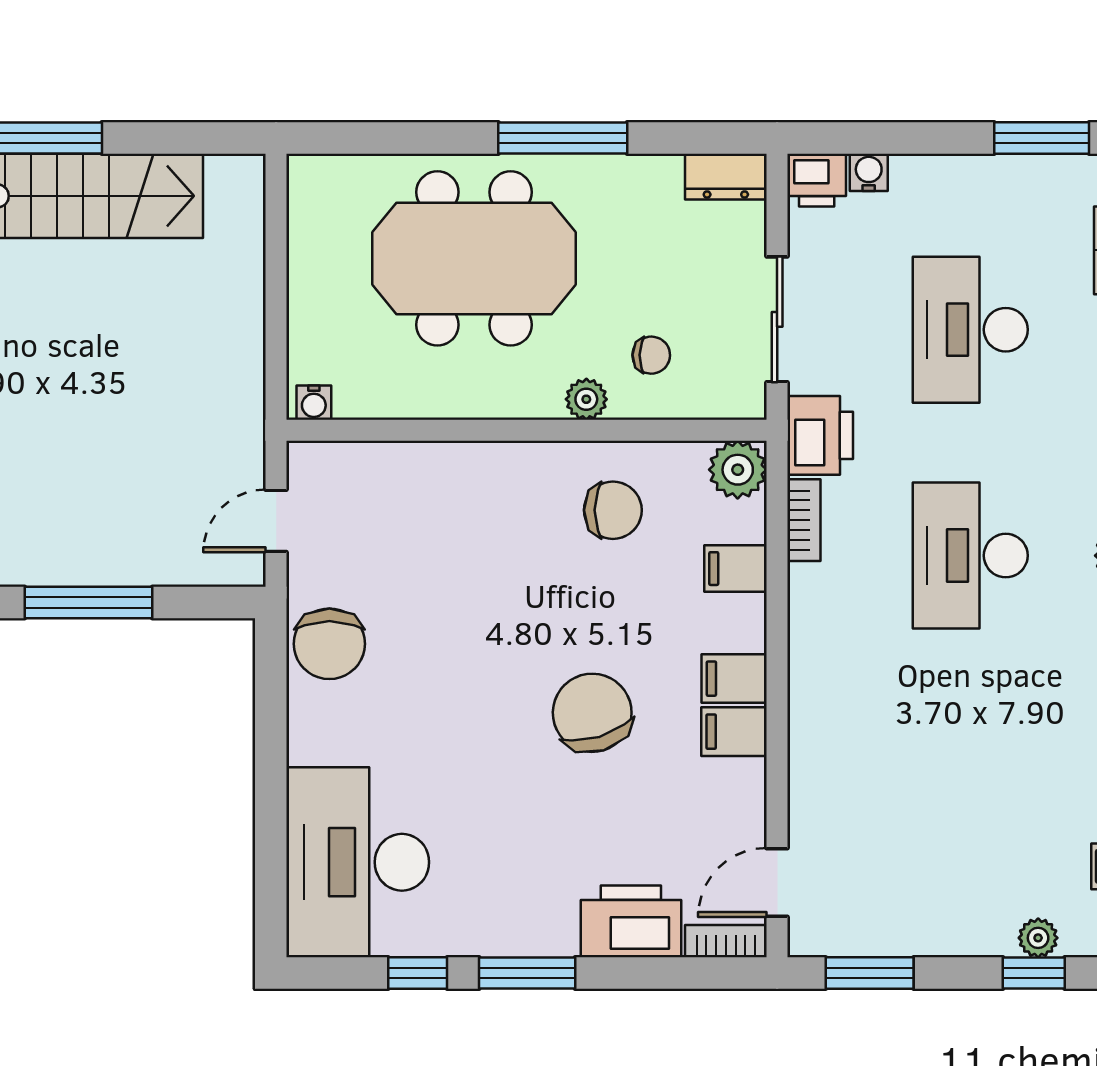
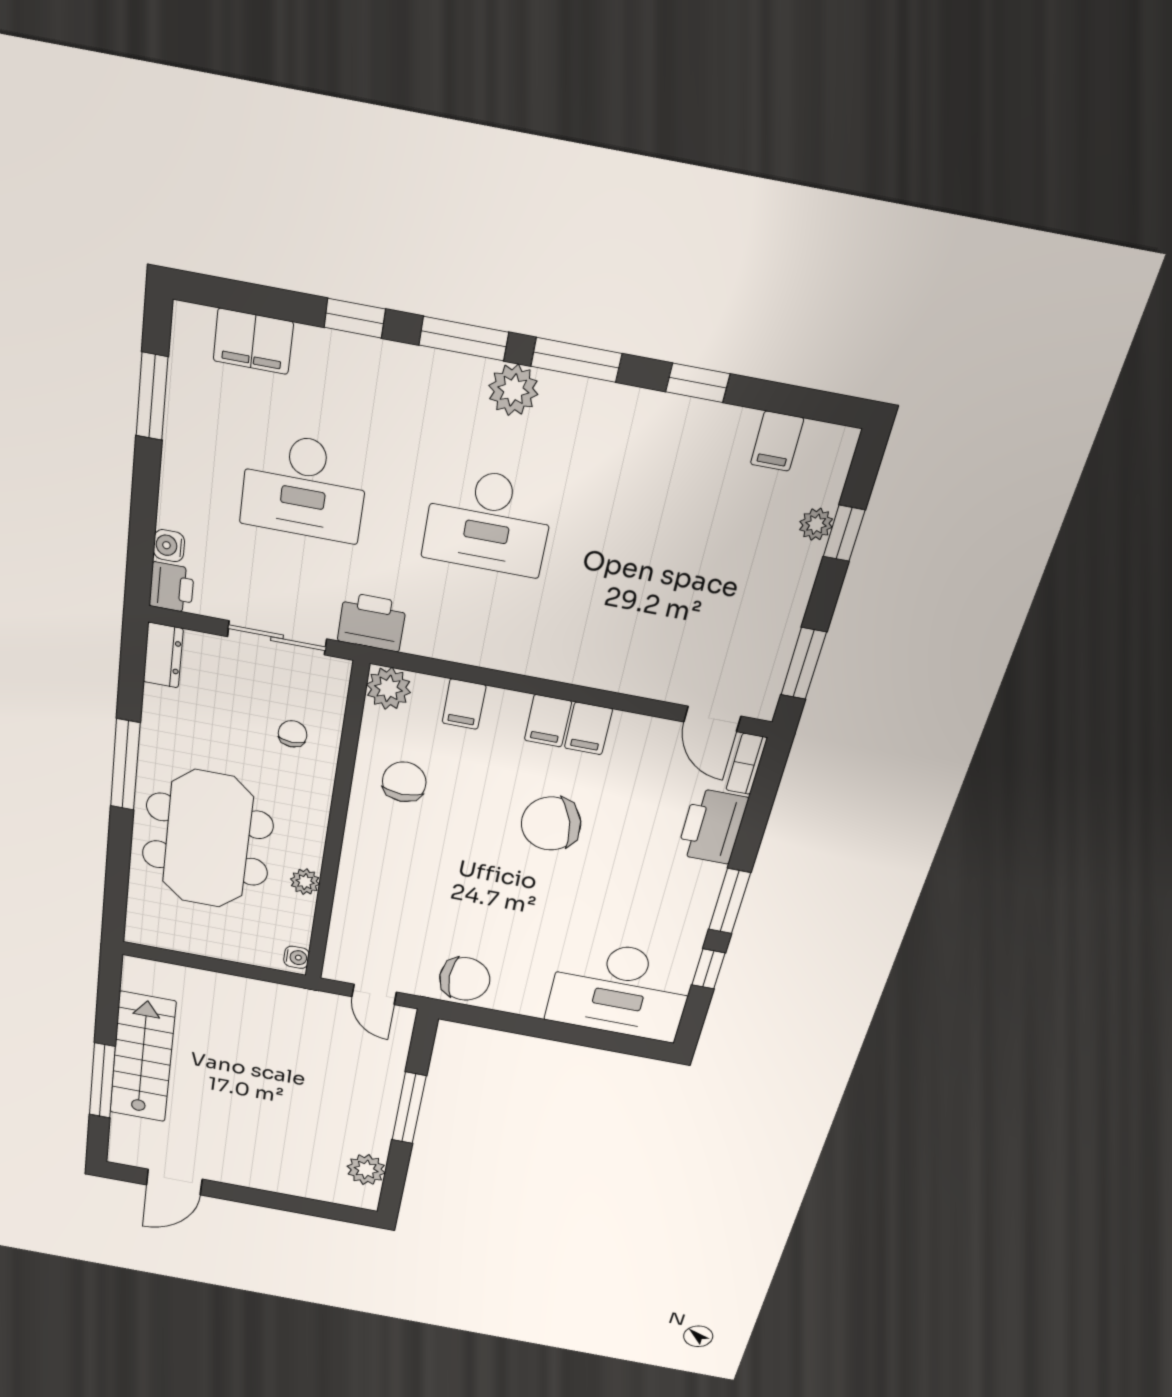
plant: (586, 399) -> (305, 882), moved
bookcase: (804, 520) -> (436, 647), removed

